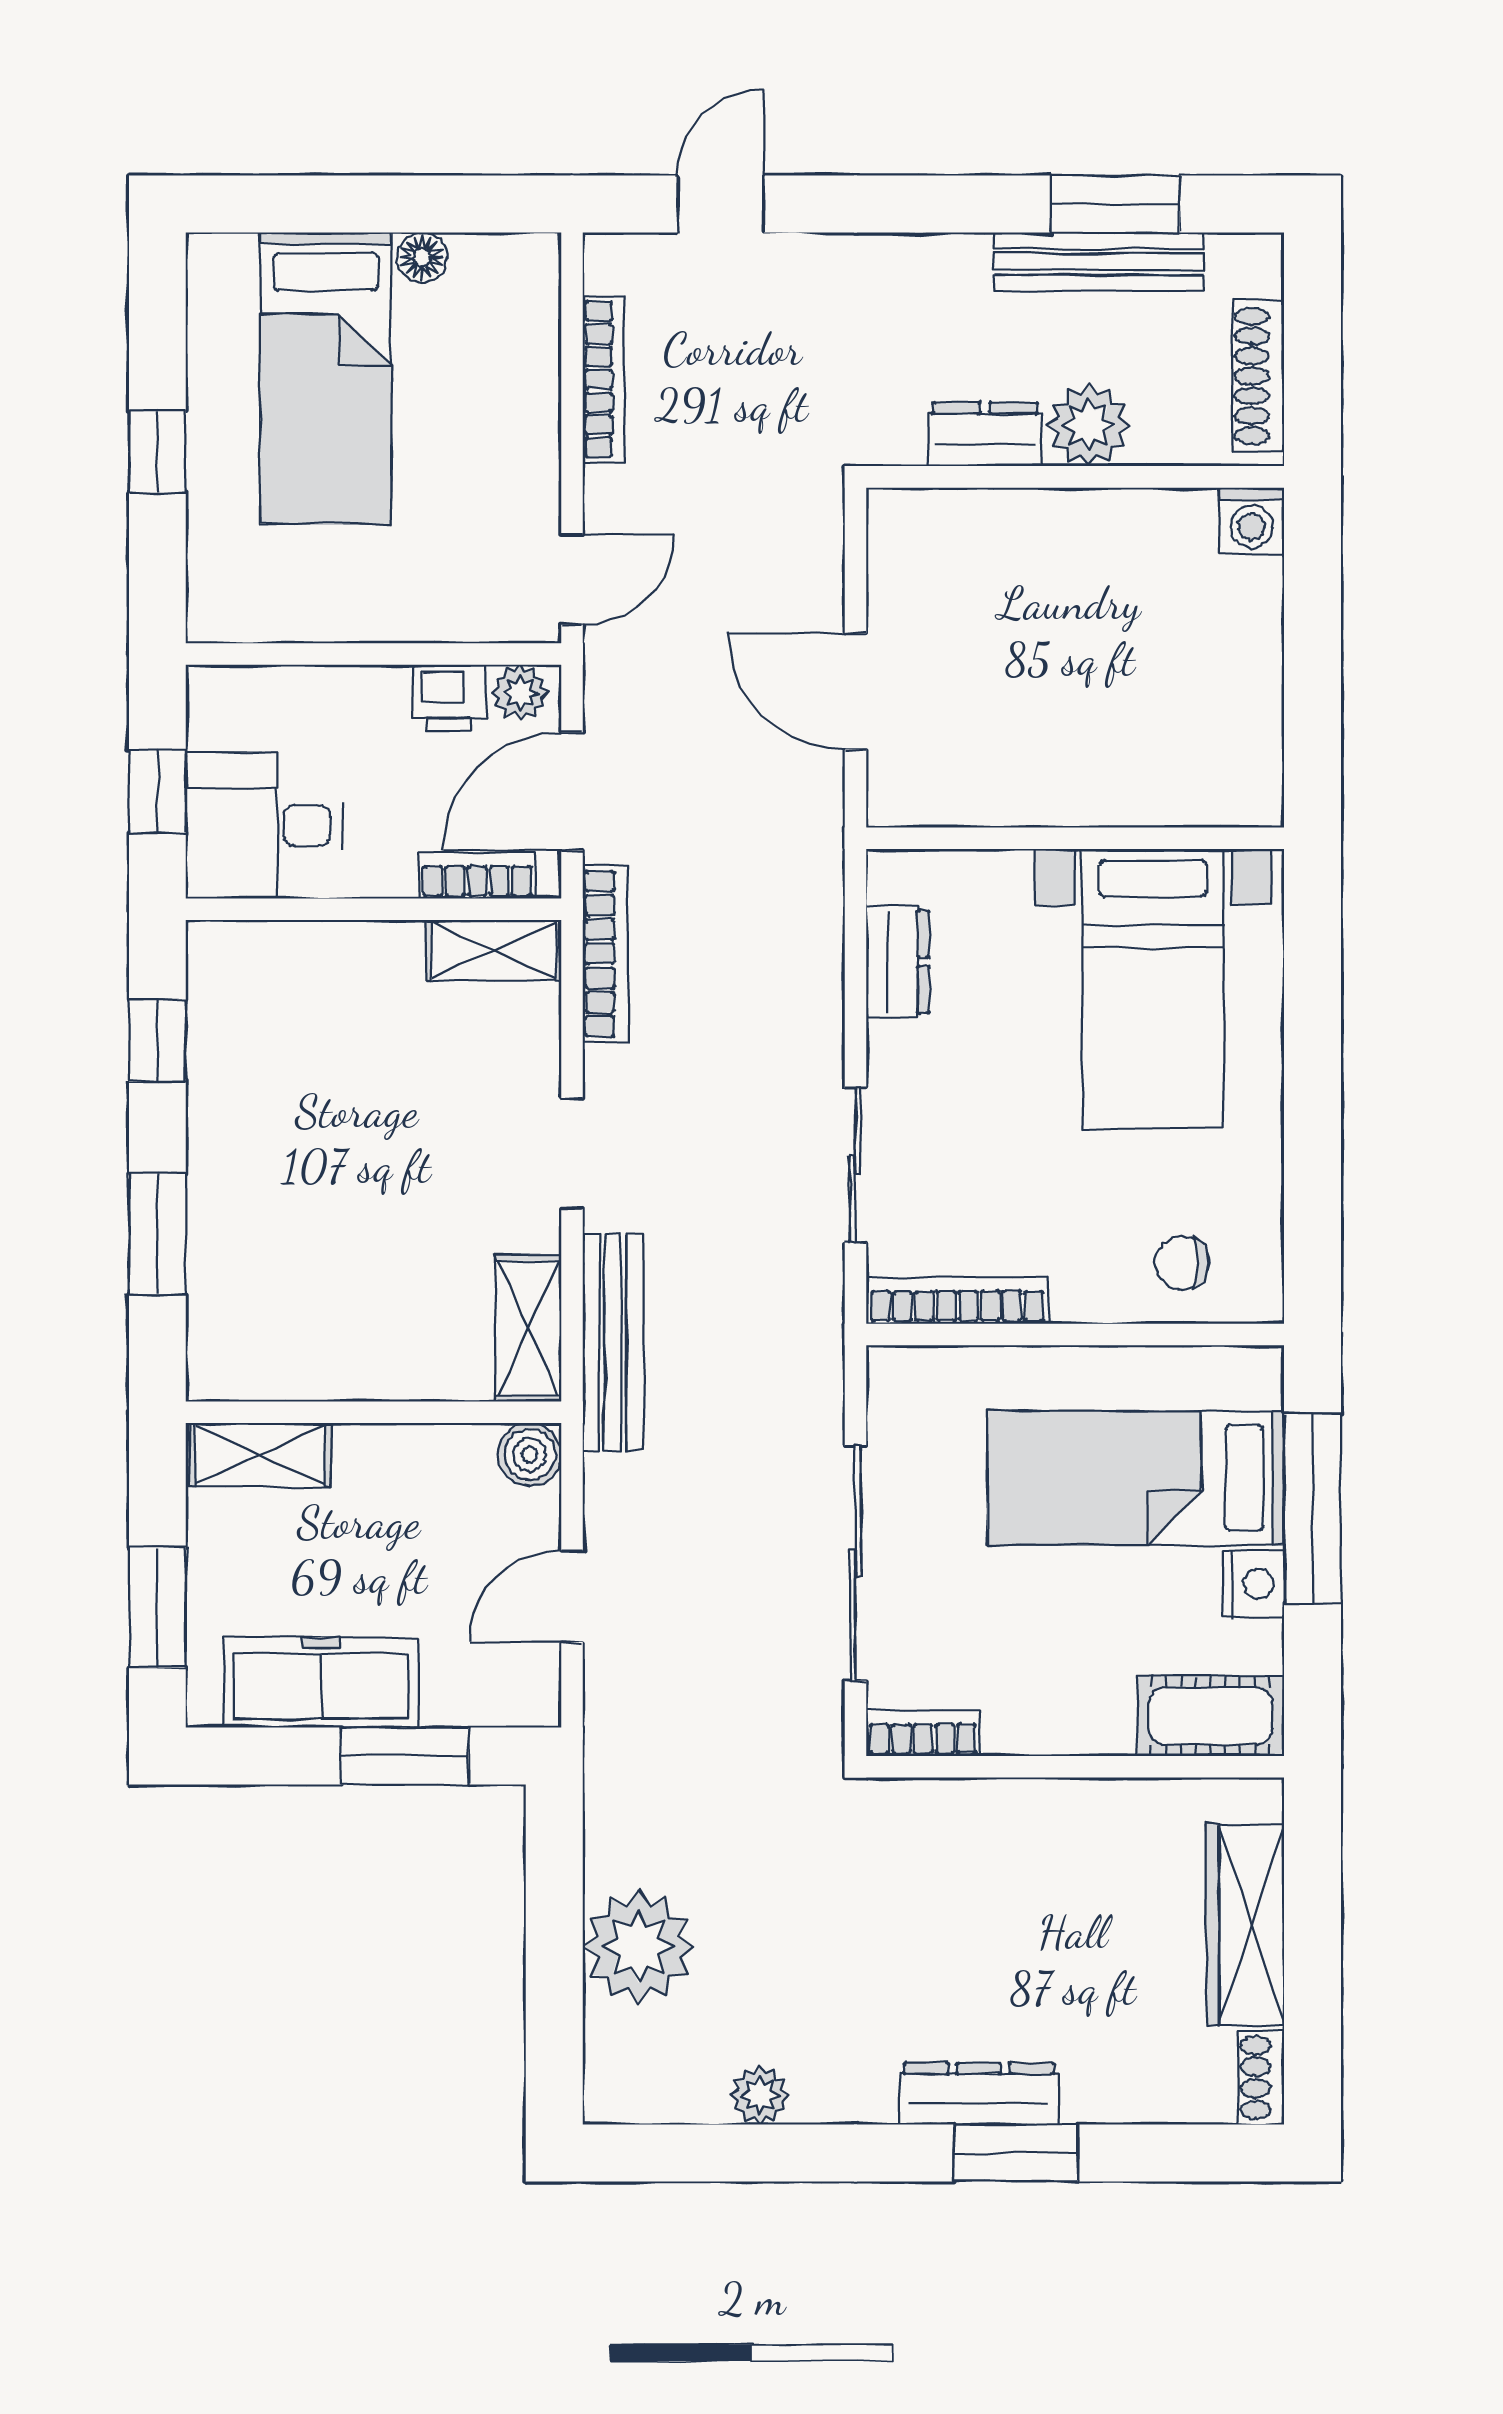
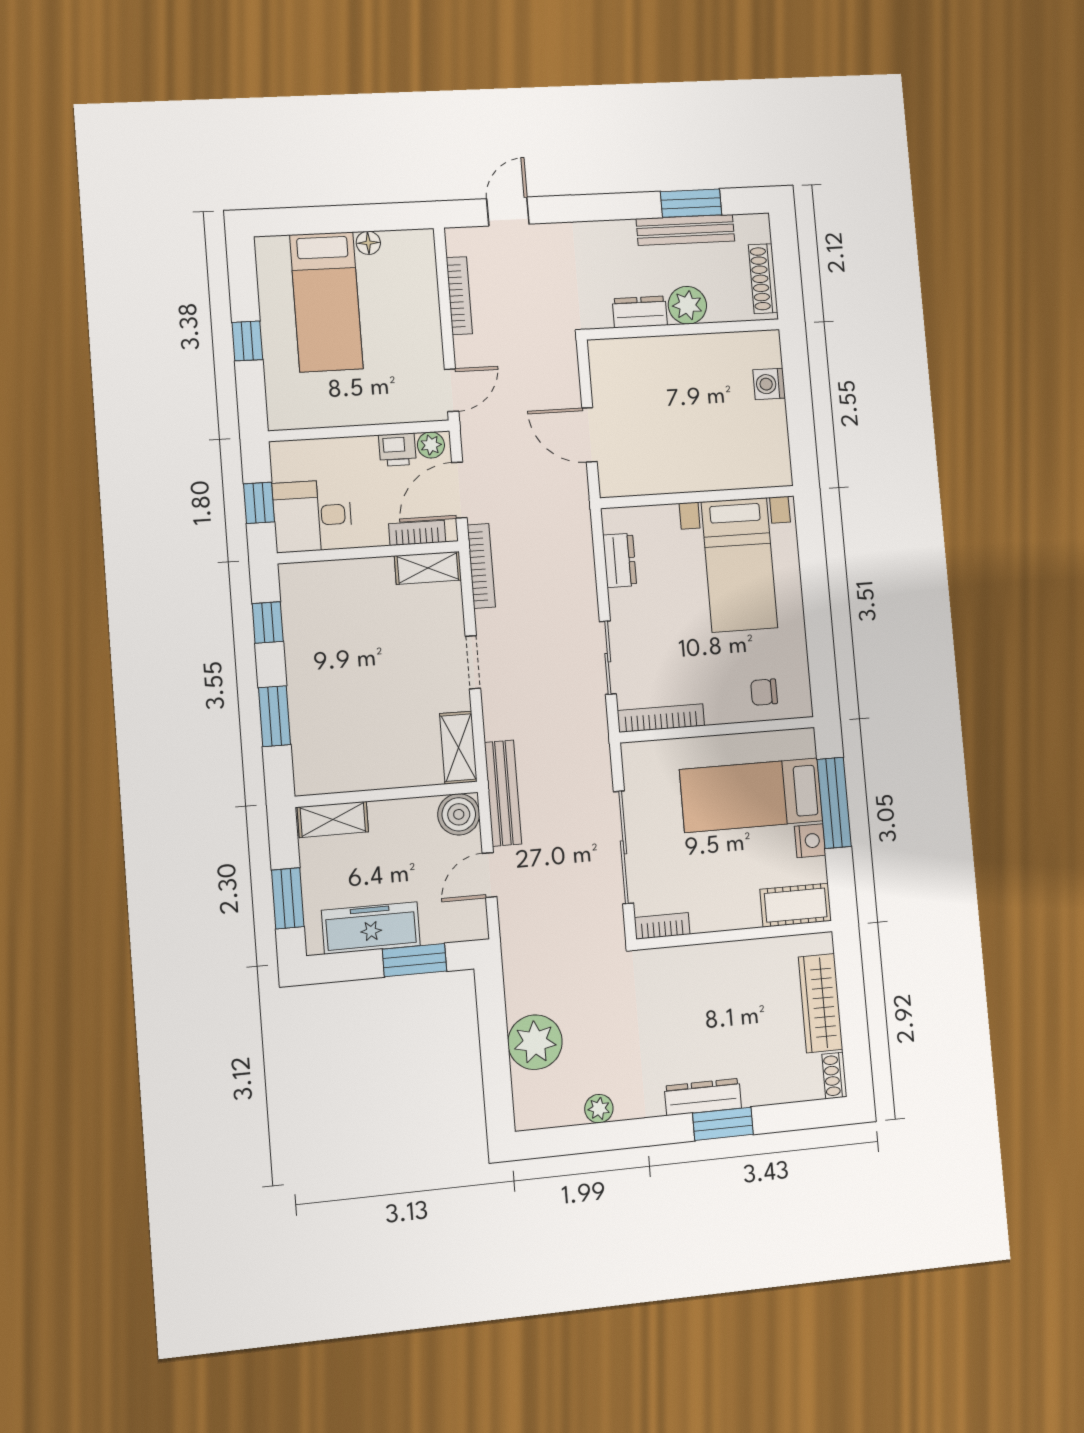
washing machine: (1251, 520) -> (769, 384), moved, turned 90
bench: (613, 1342) -> (503, 793), moved
boiler: (530, 1455) -> (459, 814), width x1.36, depth x1.36

